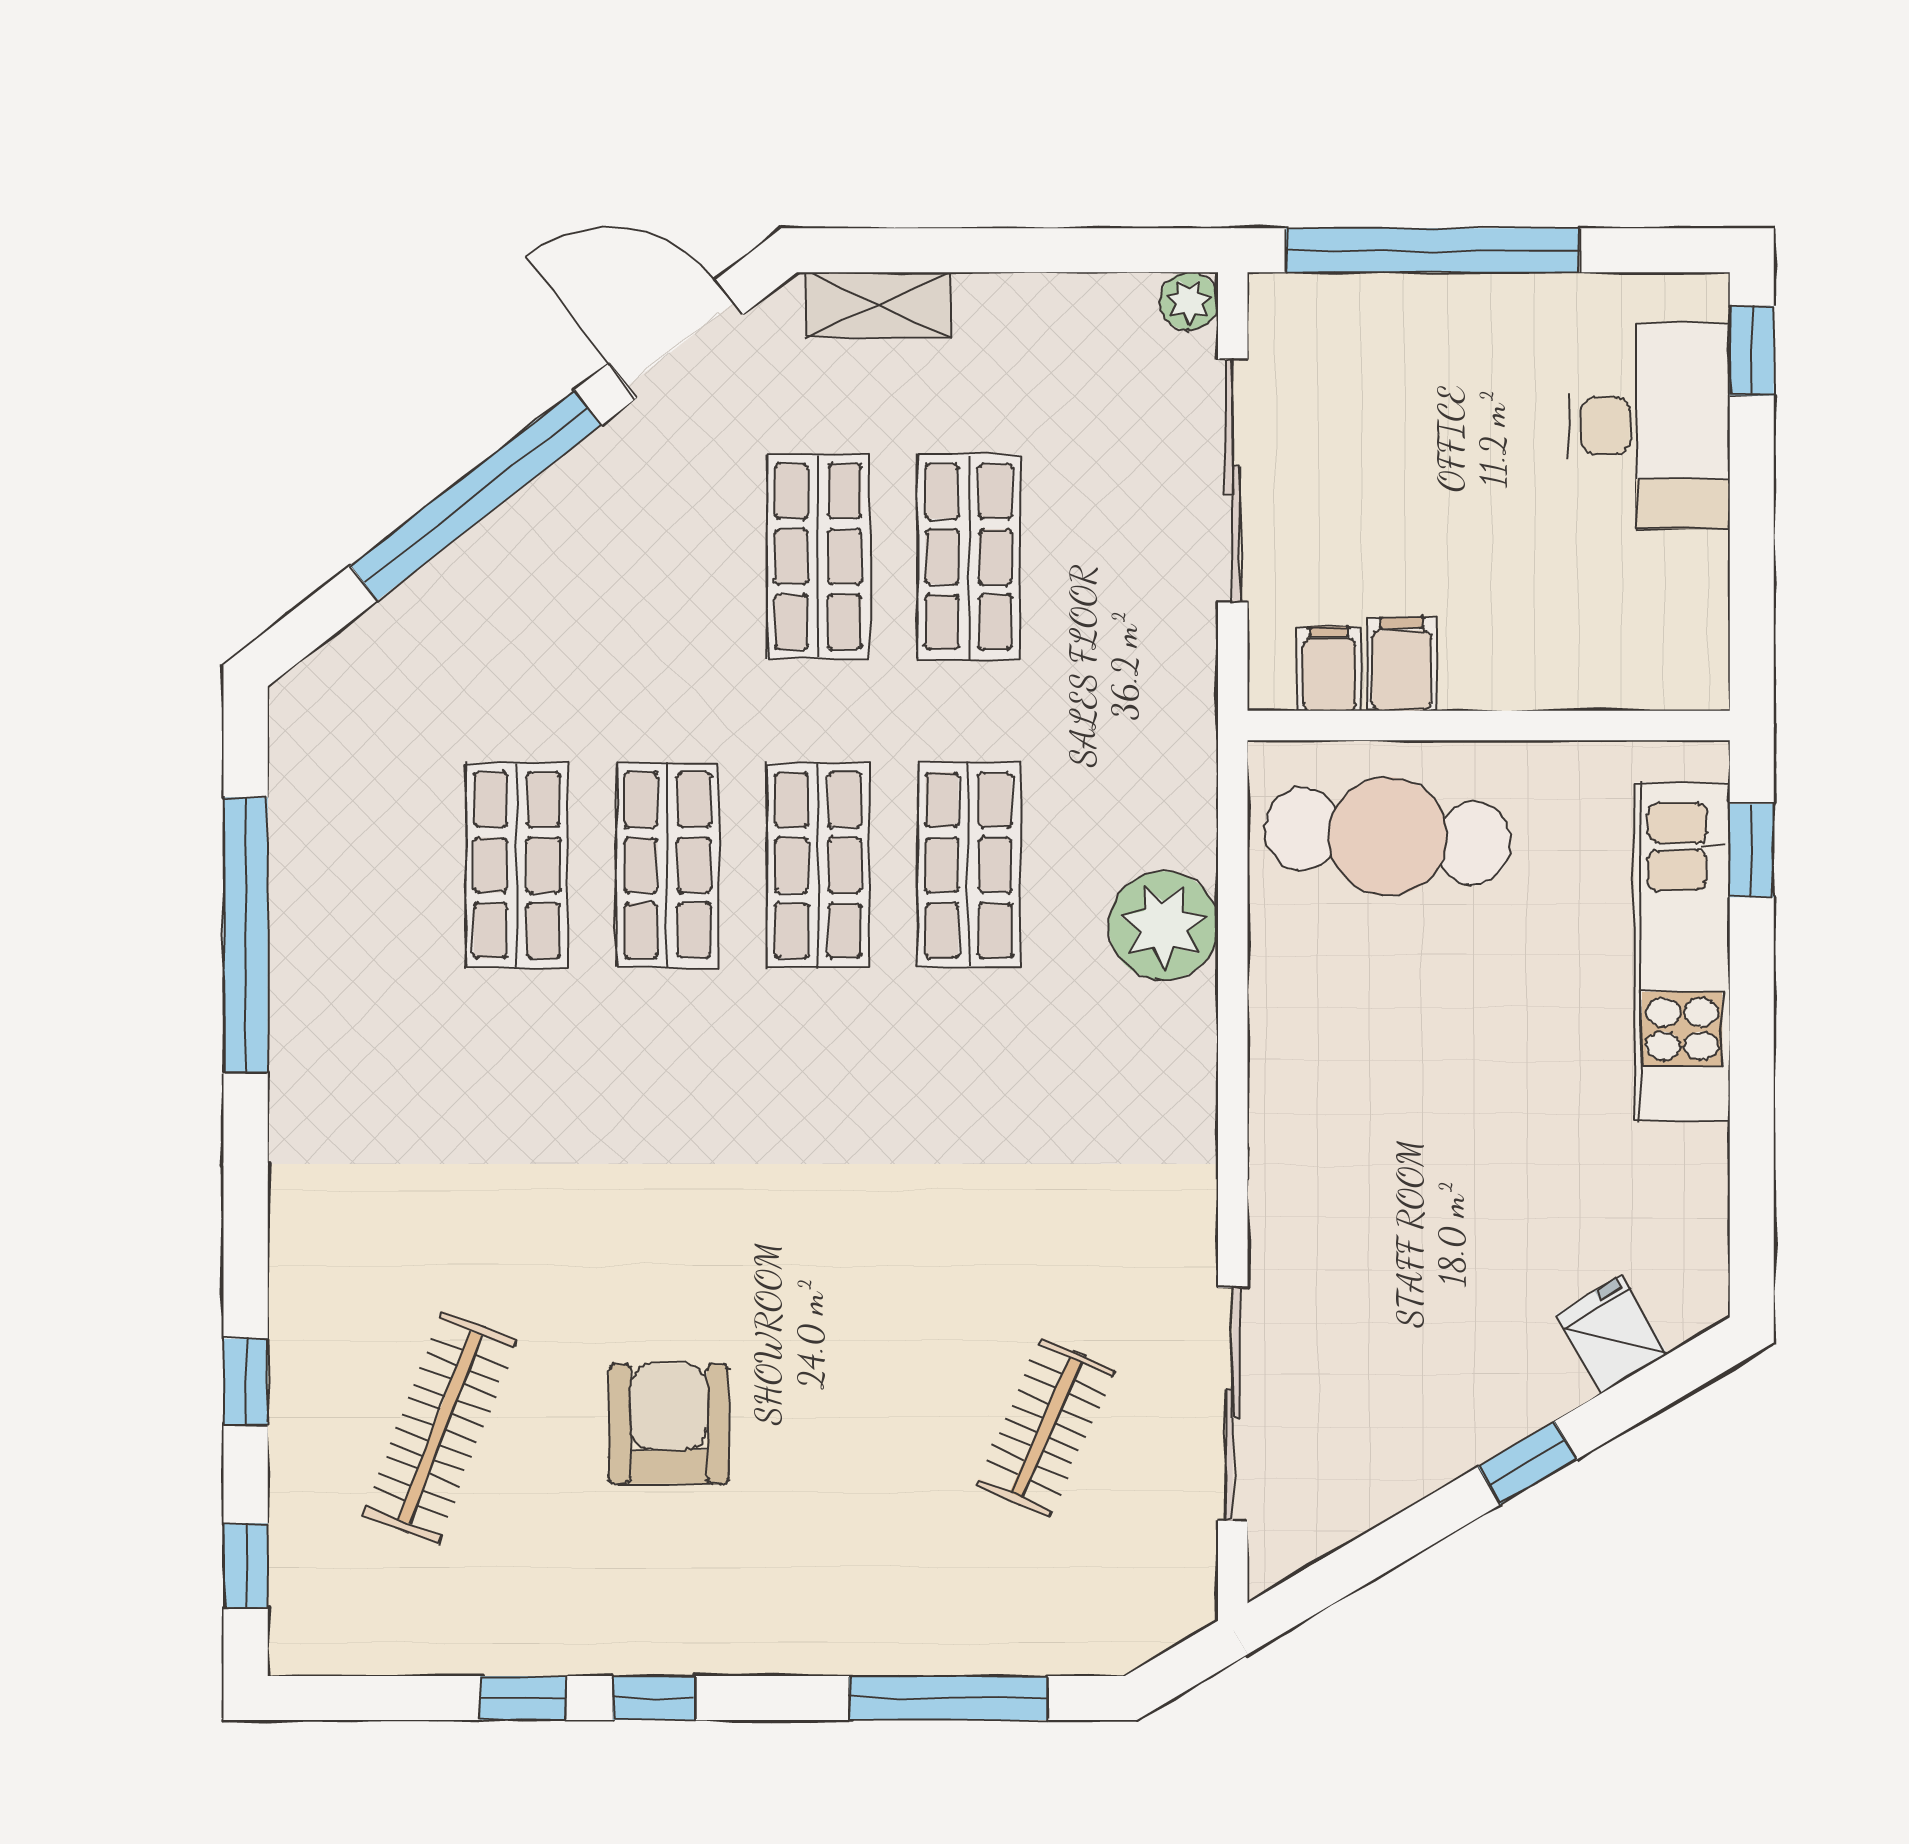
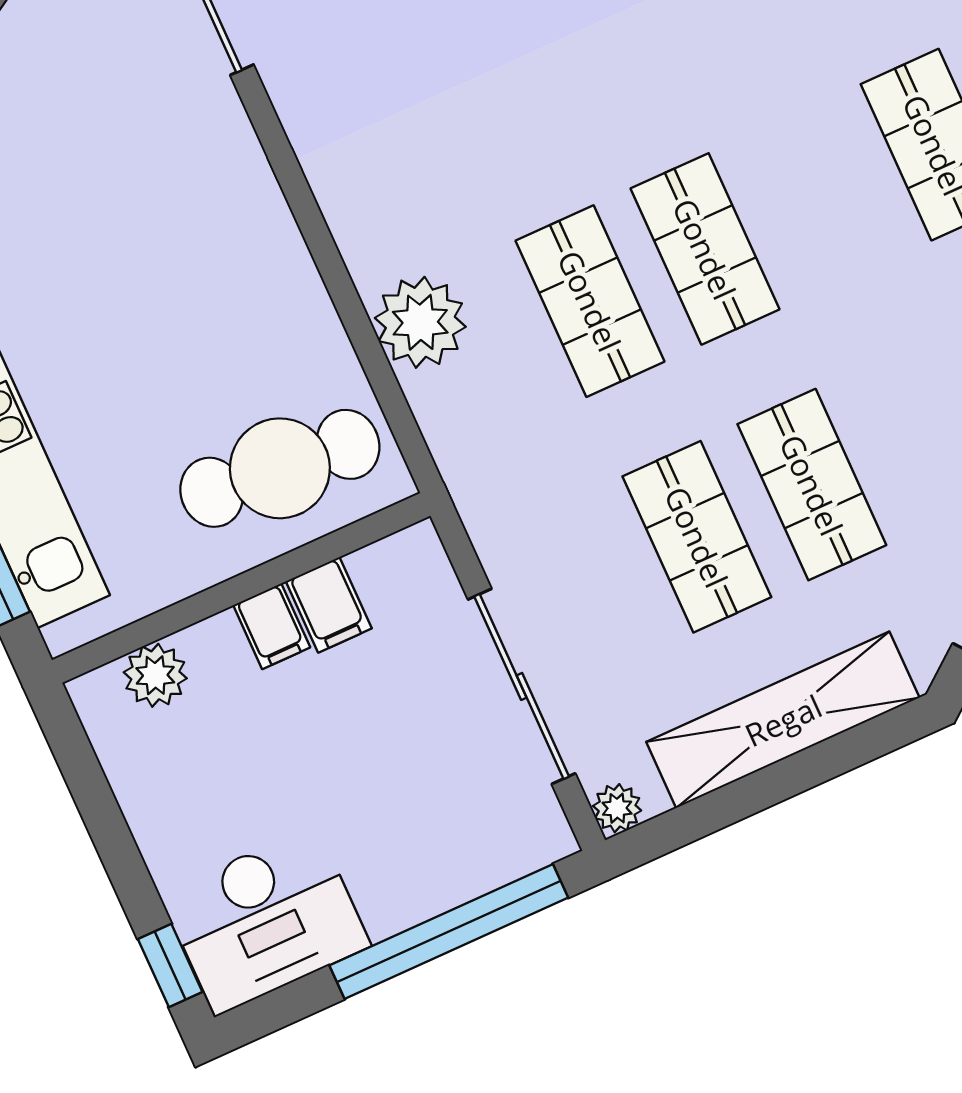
shelving: (879, 305) -> (783, 720), width x2.20, depth x1.33
desk: (1649, 426) -> (266, 920), moved, turned -90
filing cabinet: (1329, 669) -> (272, 626), moved
plant: (1625, 673) -> (155, 675), added
shop shelf: (667, 865) -> (820, 197), removed

